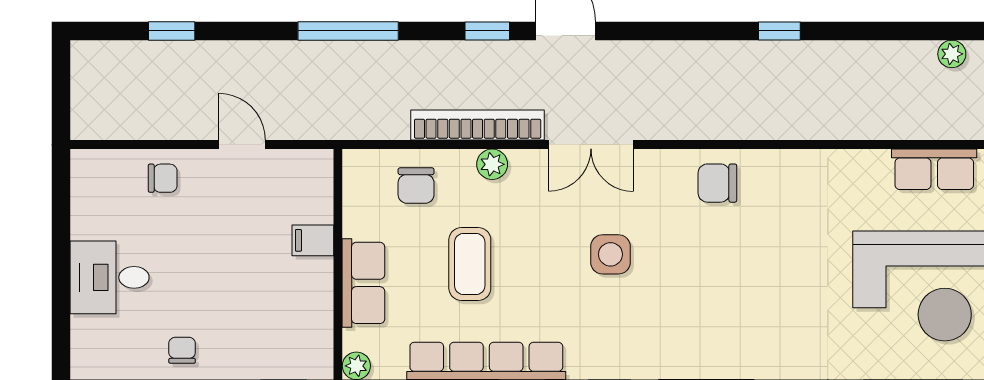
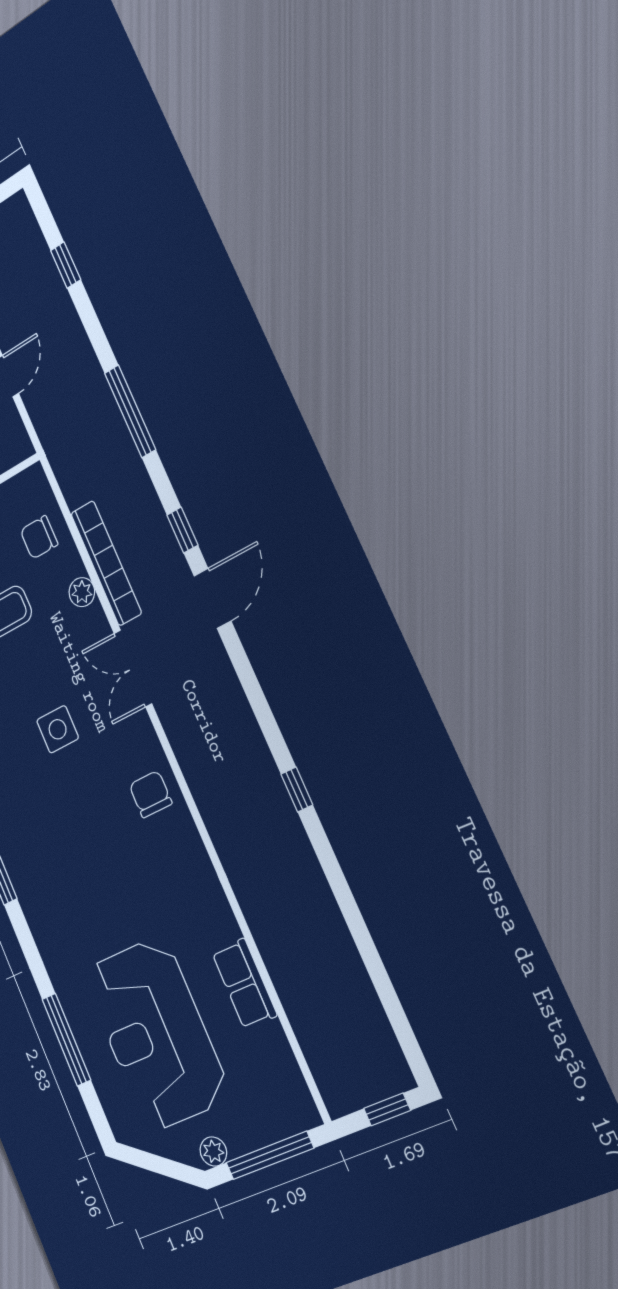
plant: (952, 54) -> (348, 958), removed

